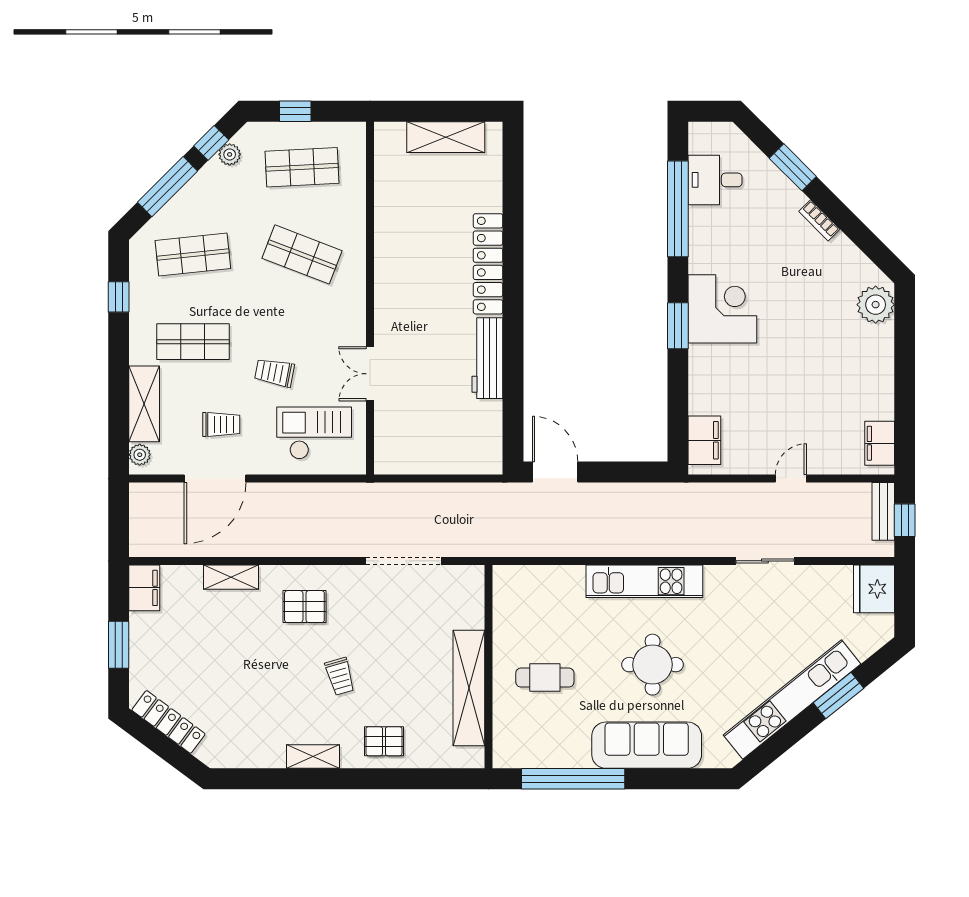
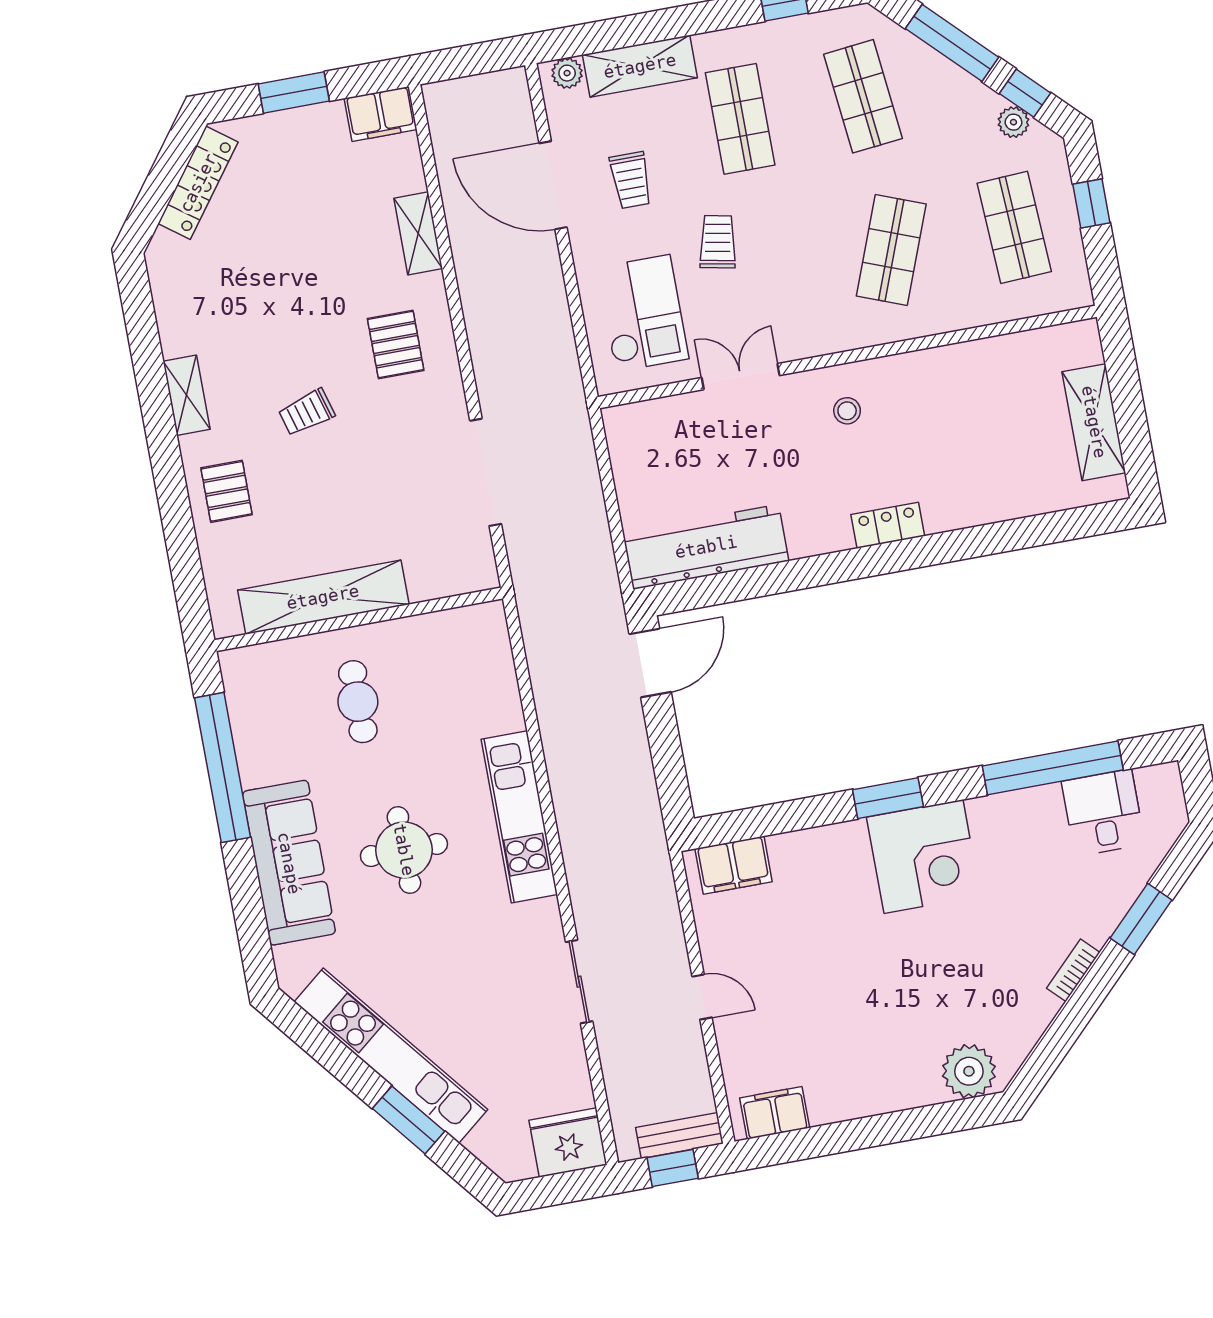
locker: (488, 264) -> (888, 525), width x0.46, depth x0.83
stool: (407, 305) -> (847, 411), added
workbench: (487, 358) -> (706, 547), moved, width x1.36, depth x1.32

